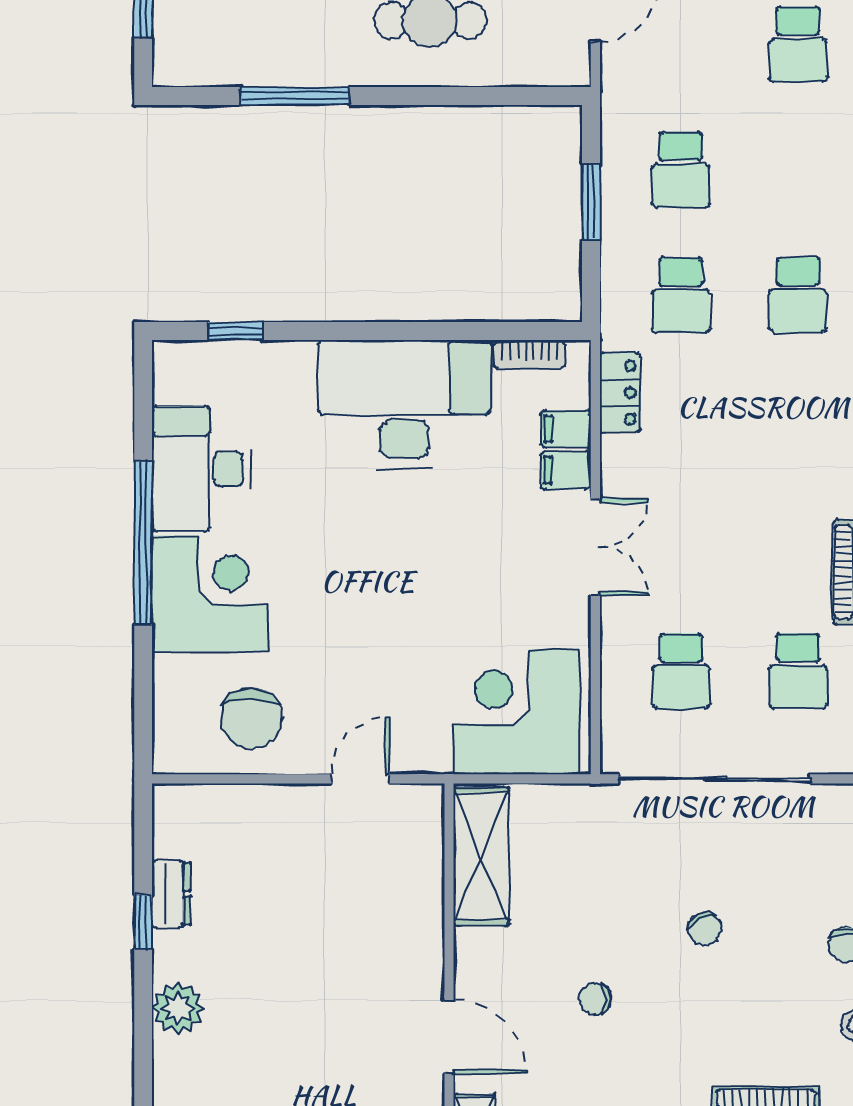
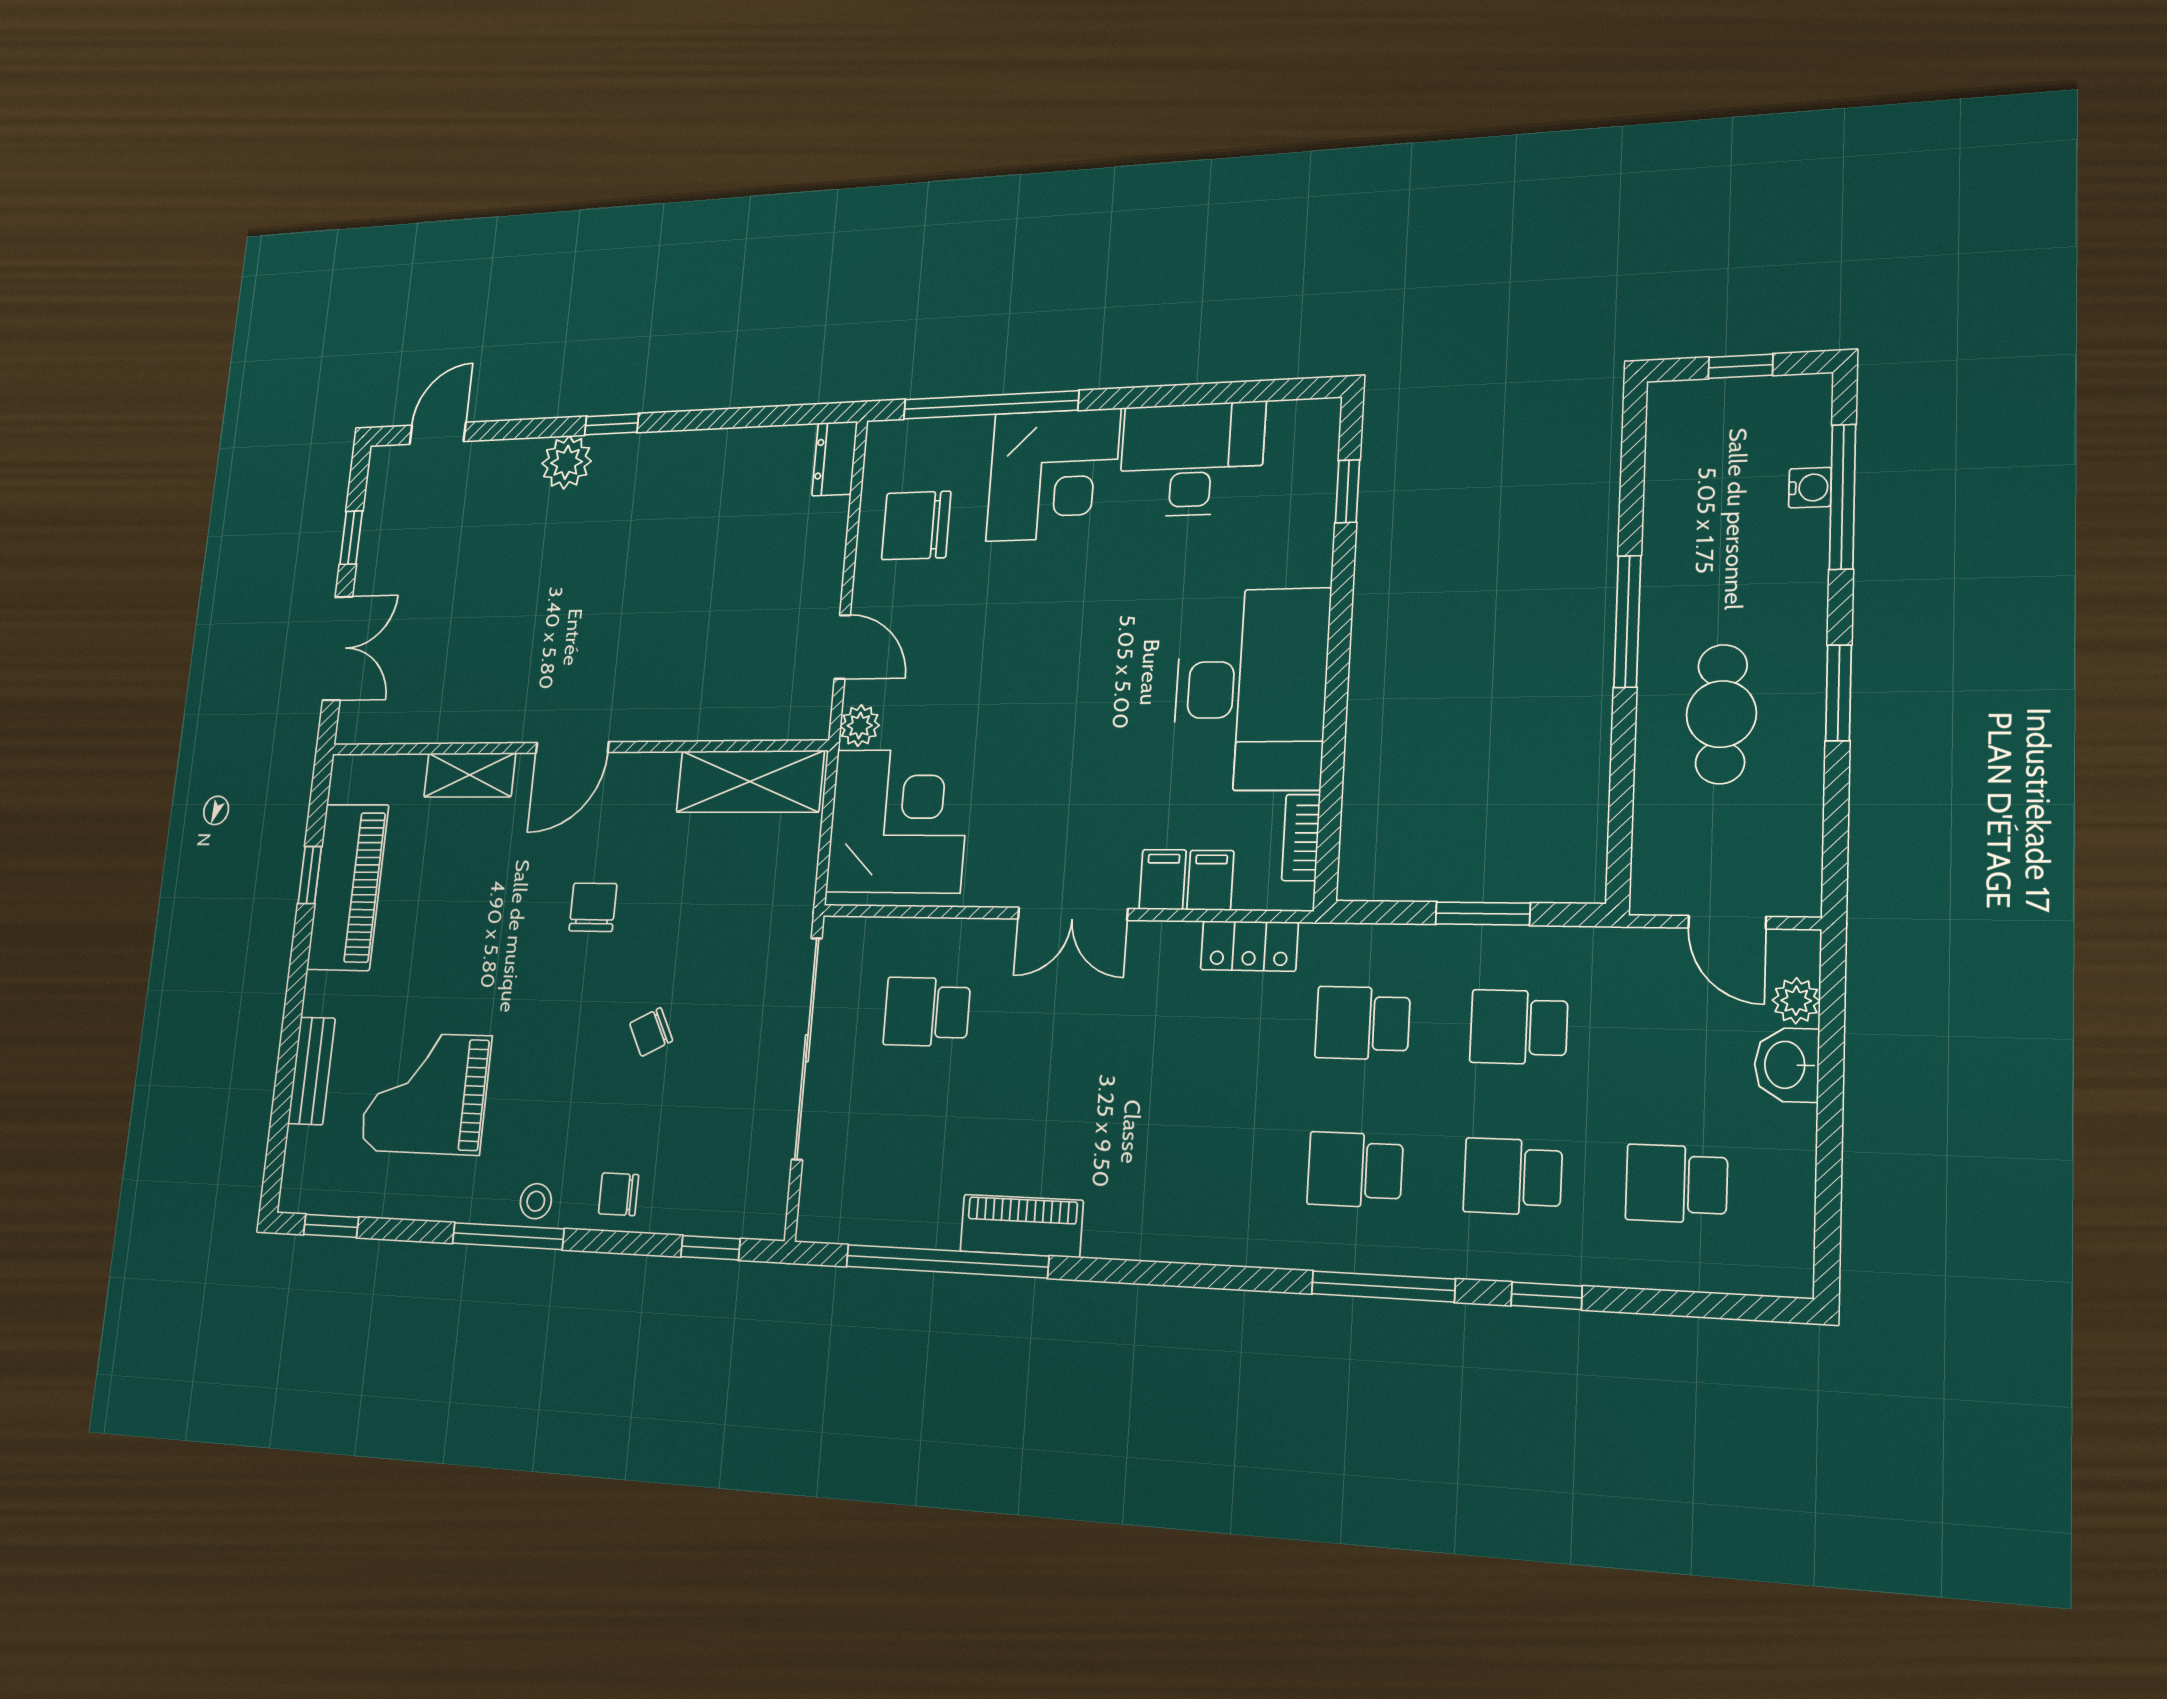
window: (295, 96) -> (1627, 621), moved
window: (143, 543) -> (991, 405), moved
school desk: (798, 671) -> (1513, 1177), moved
plant: (432, 756) -> (860, 726), added
dresser: (171, 894) -> (835, 459), moved, turned 90
window: (143, 922) -> (612, 424), moved
chair: (595, 999) -> (593, 907), width x1.37, depth x1.37
plant: (178, 1008) -> (567, 462), moved

